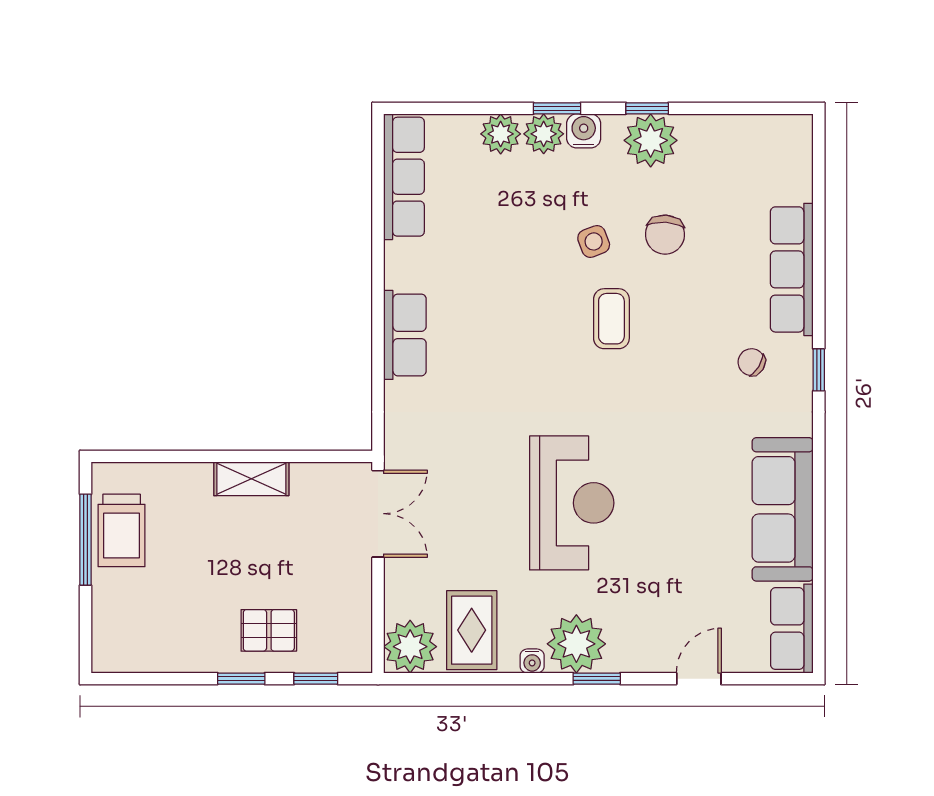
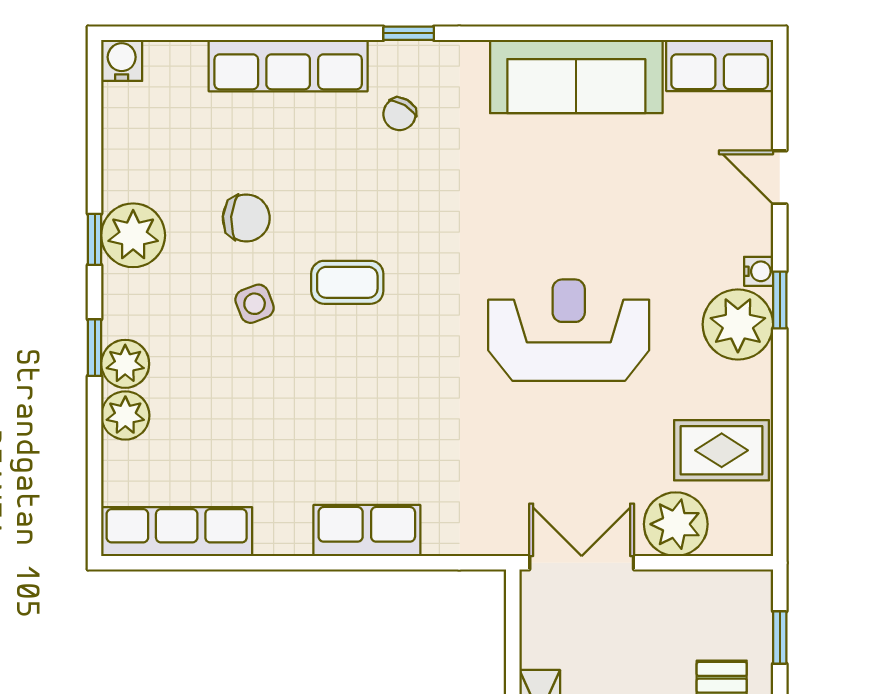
water cooler: (584, 131) -> (122, 60), moved, turned 90
plant: (410, 647) -> (676, 524), moved
water cooler: (532, 661) -> (759, 271), moved

